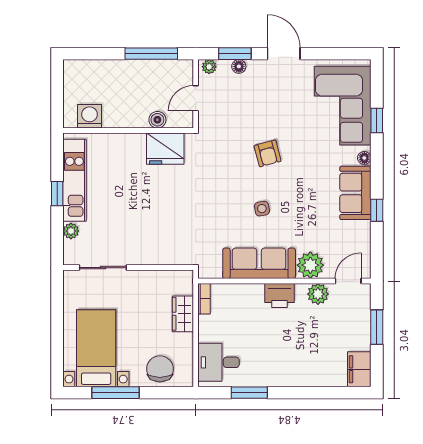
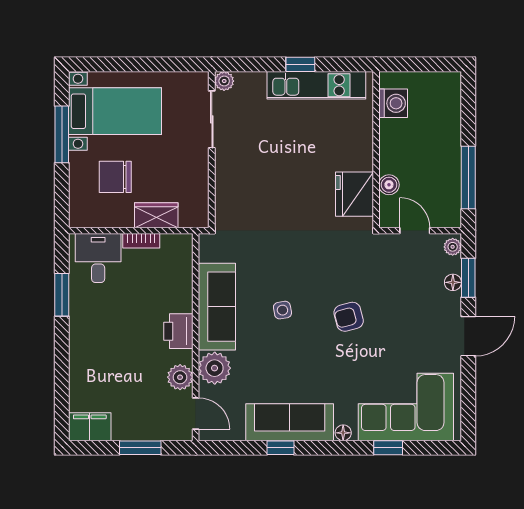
sofa: (355, 193) -> (290, 422), width x1.36
plant: (71, 231) -> (224, 81), moved
bookcase: (204, 299) -> (141, 241), moved
chair: (160, 369) -> (115, 177), moved, turned 180

